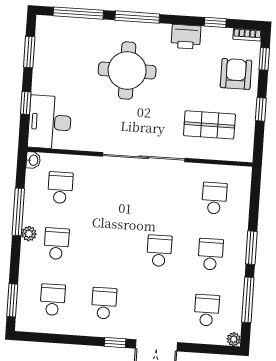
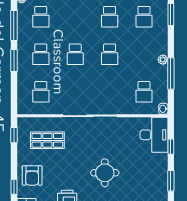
round table: (127, 70) -> (105, 173), width x0.73, depth x0.73
window: (261, 109) -> (14, 135), moved
school desk: (56, 244) -> (110, 54), moved

